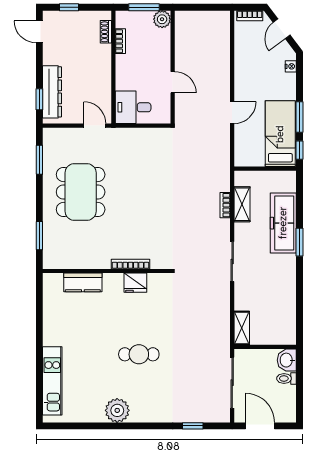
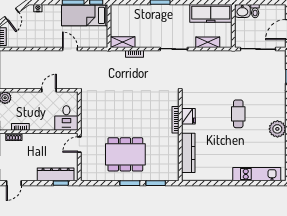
door: (282, 29) -> (12, 15), hinge flipped
window: (39, 160) -> (130, 183), moved
shelving: (242, 204) -> (123, 42), moved
freezer: (283, 223) -> (211, 13), moved
kitchen counter: (83, 282) -> (188, 153), width x1.50
shelving: (242, 328) -> (208, 42), moved

